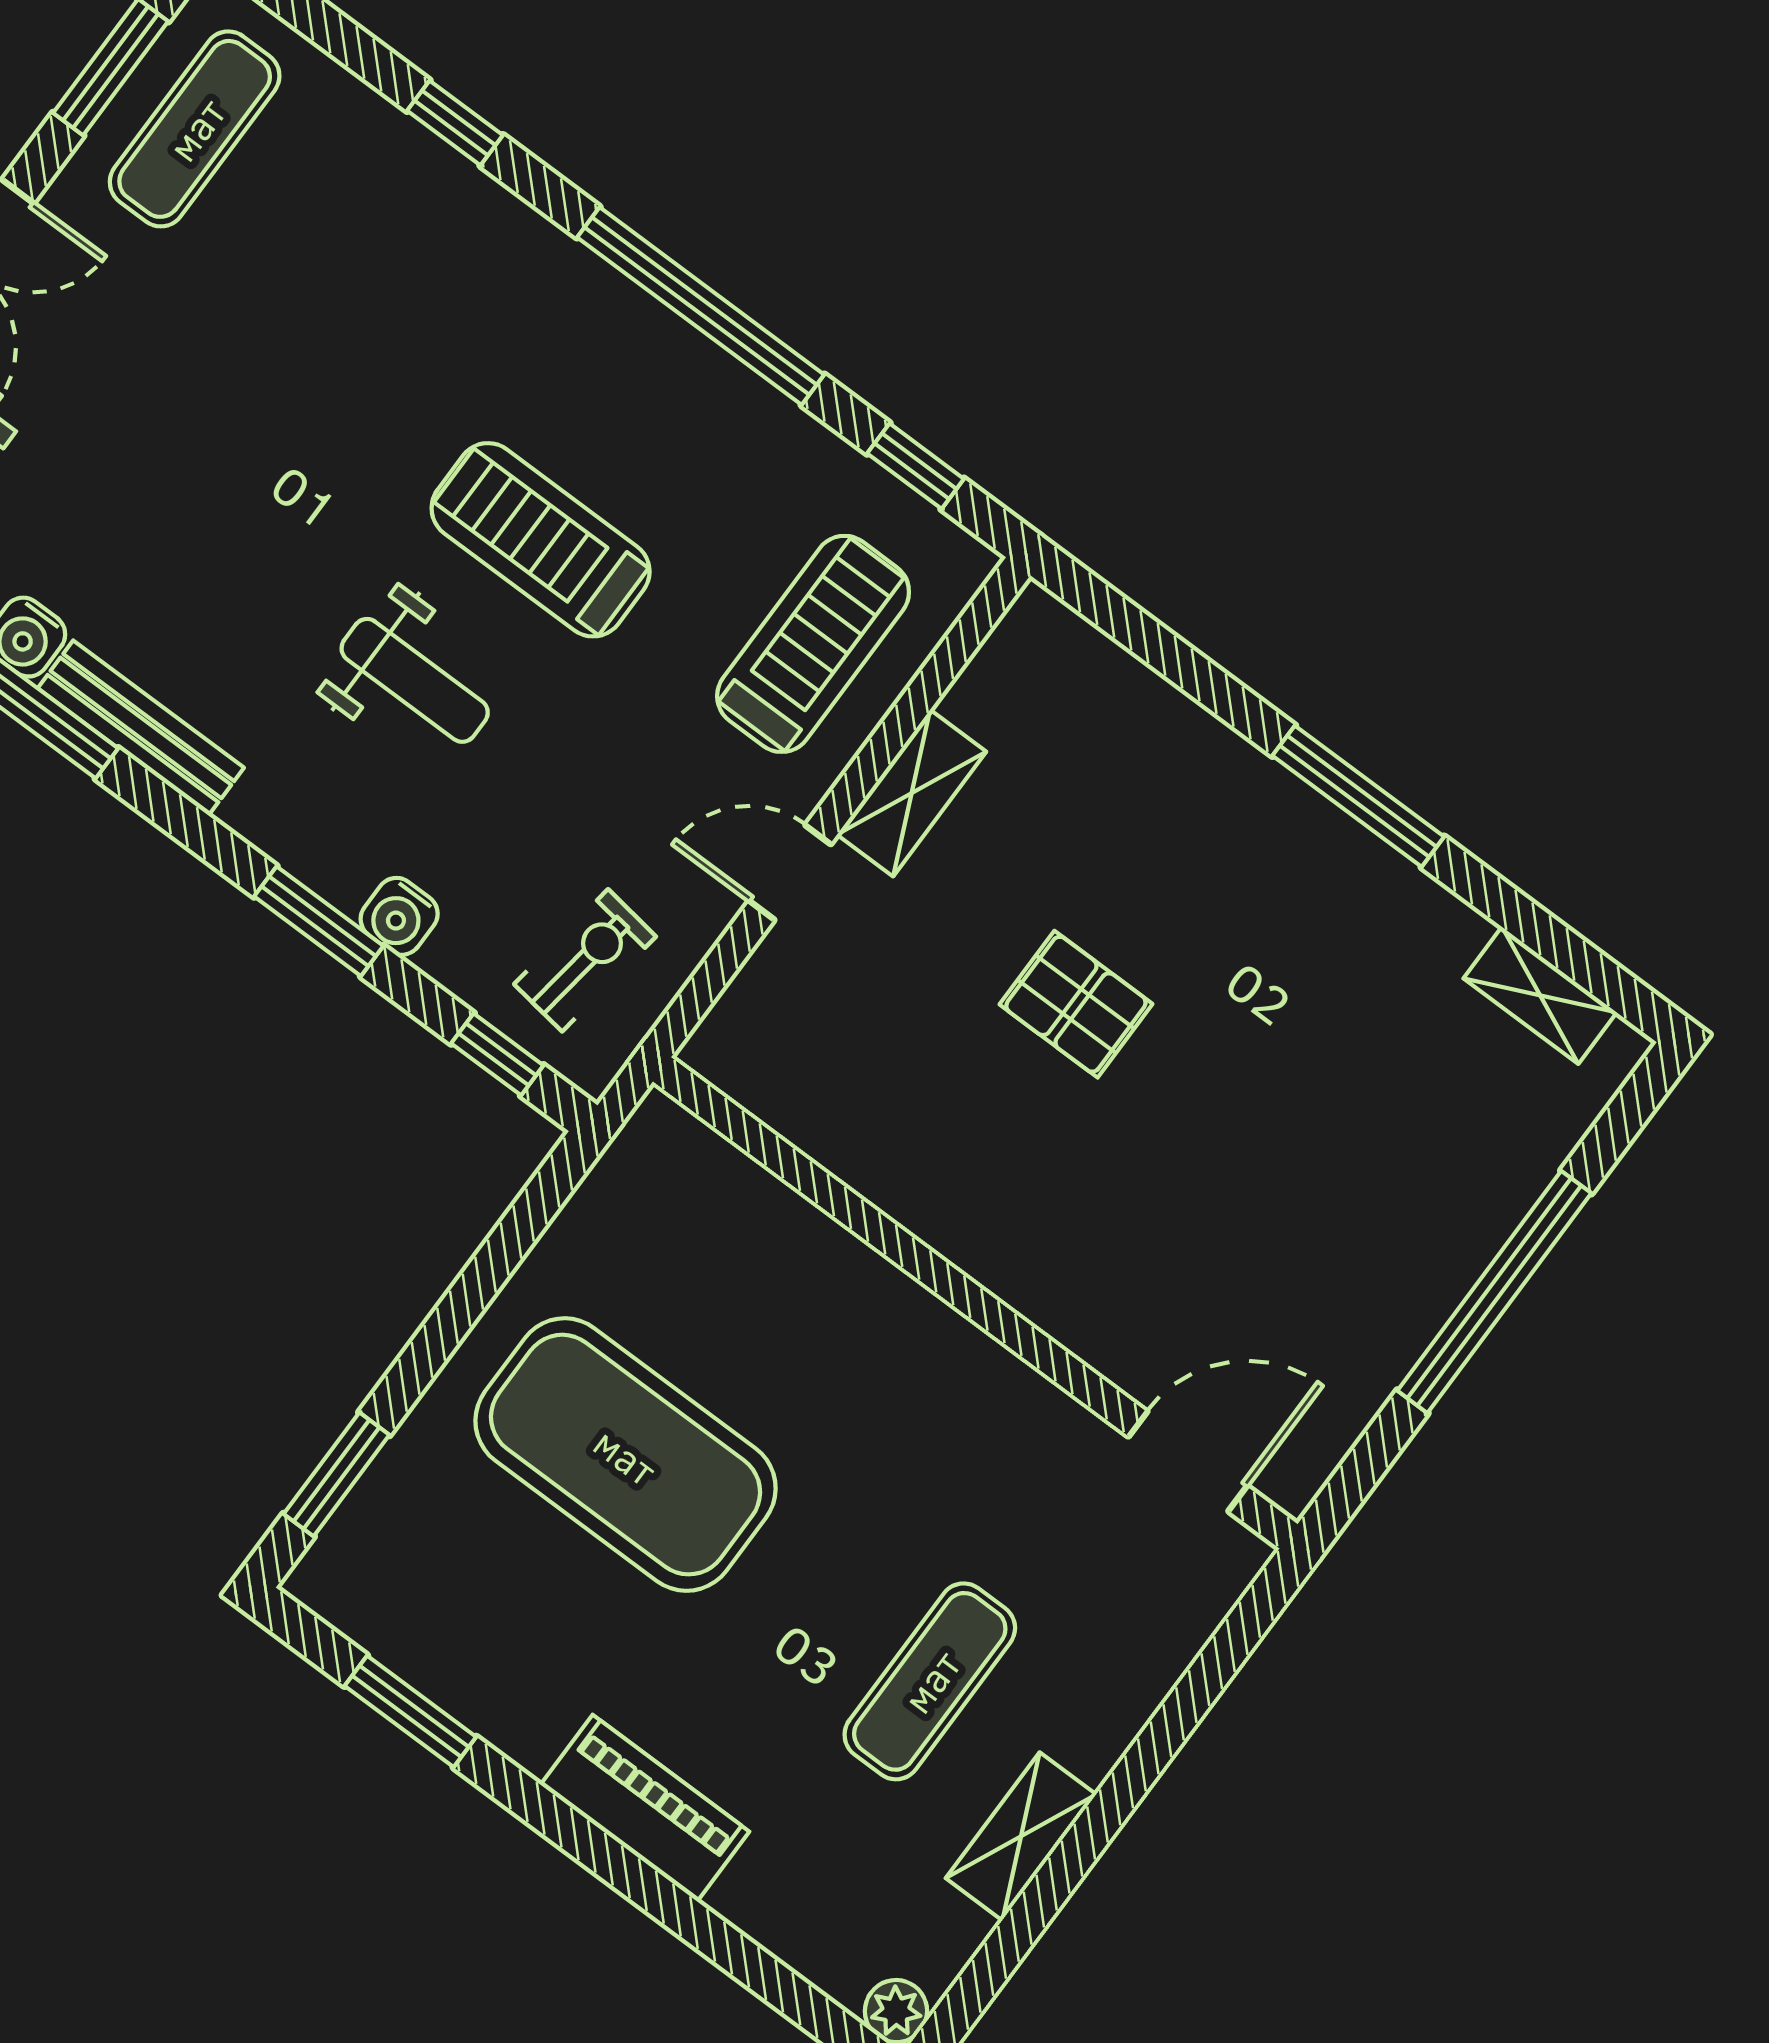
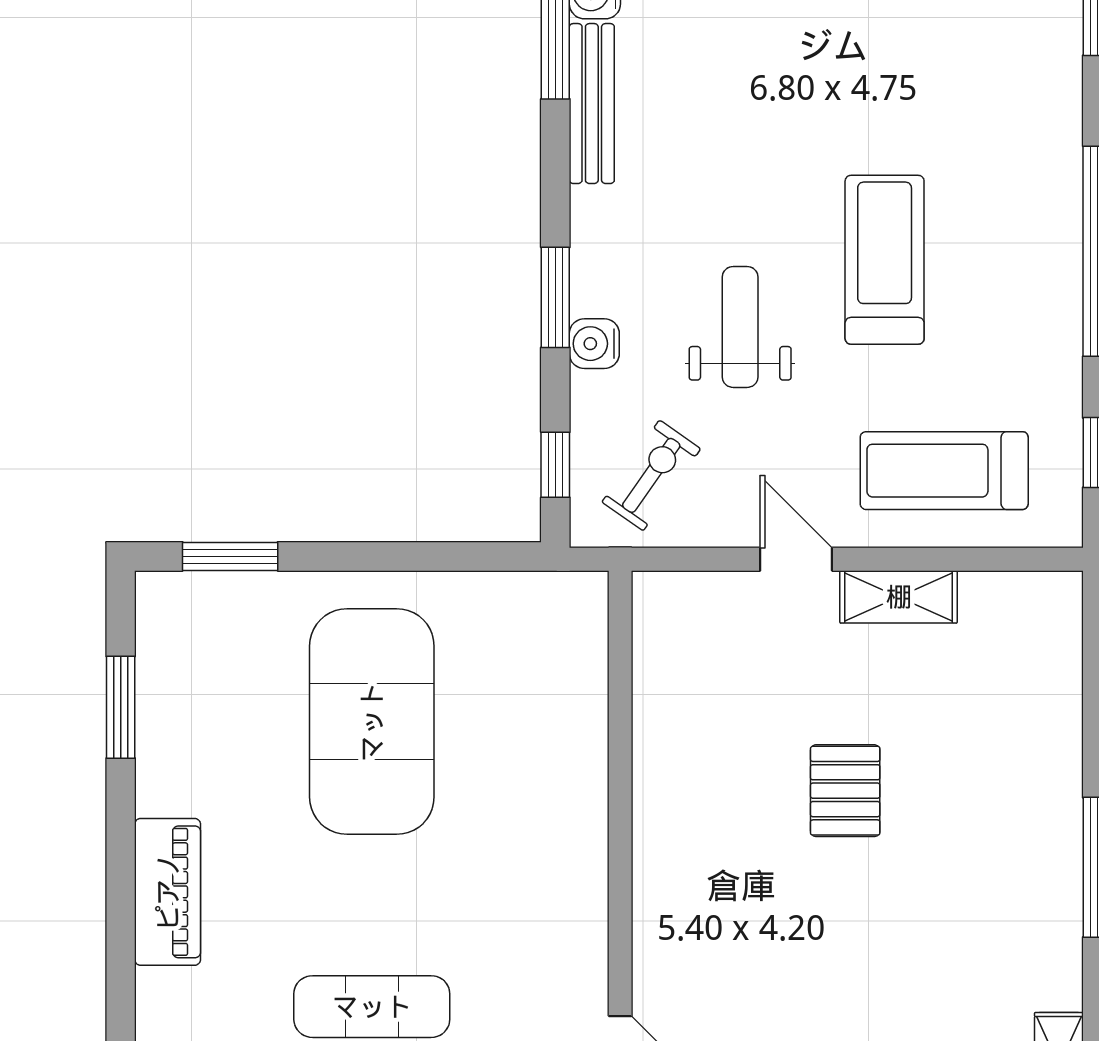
treadmill: (813, 644) -> (944, 471), turned 180
weight bench: (415, 680) -> (740, 327), moved, turned 180
exercise bike: (585, 960) -> (651, 475), turned -63

